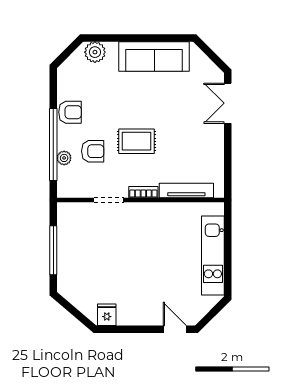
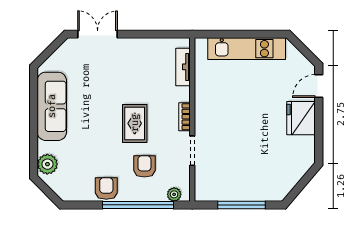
double door: (228, 103) -> (98, 34), swing flipped
plant: (64, 158) -> (174, 194), moved
tv unit: (186, 191) -> (183, 67), width x0.71
fridge: (107, 315) -> (301, 118), moved, width x1.88, depth x1.34

